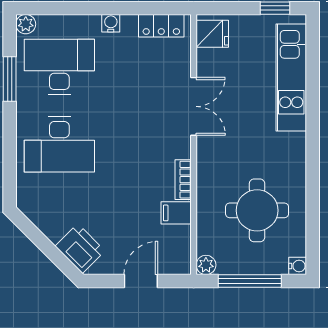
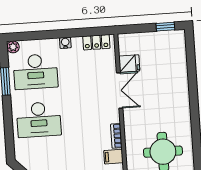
fridge: (212, 34) -> (129, 64), moved
desk: (59, 67) -> (35, 72), turned 180
kitchen unit: (291, 78) -> (178, 69), removed

